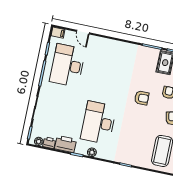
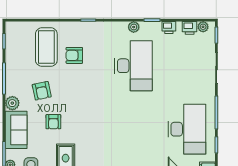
armchair: (142, 98) -> (74, 55), moved
printer: (66, 144) -> (169, 28), width x0.53, depth x0.68

